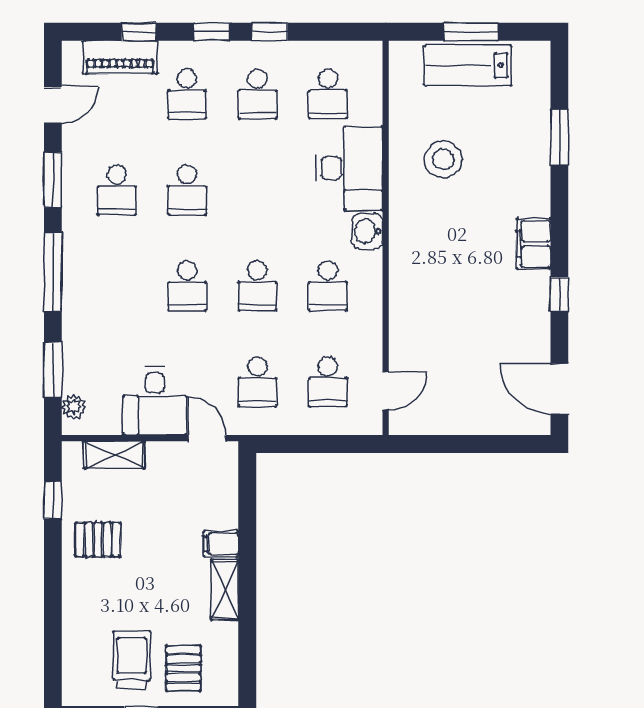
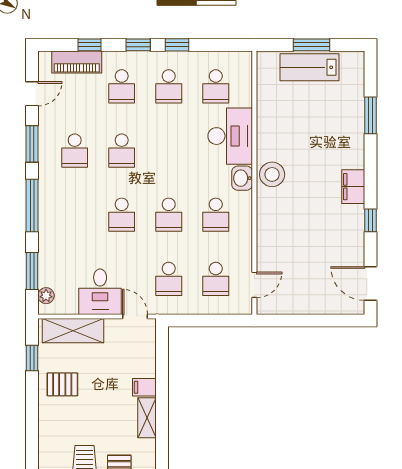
stool: (443, 159) -> (272, 174), moved
shelving: (114, 455) -> (73, 331), width x1.50, depth x1.33

